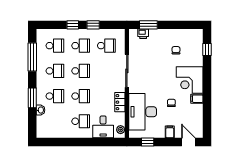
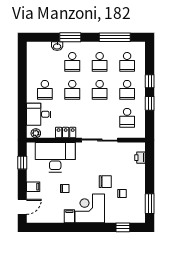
window: (148, 25) -> (150, 204), moved
chair: (165, 66) -> (105, 182), added

